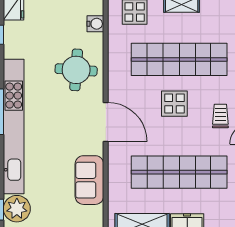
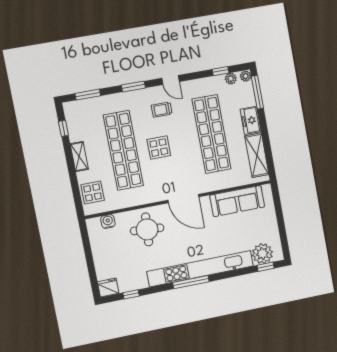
door: (106, 122) -> (183, 199), swing flipped
sofa: (89, 180) -> (237, 201), width x1.36

